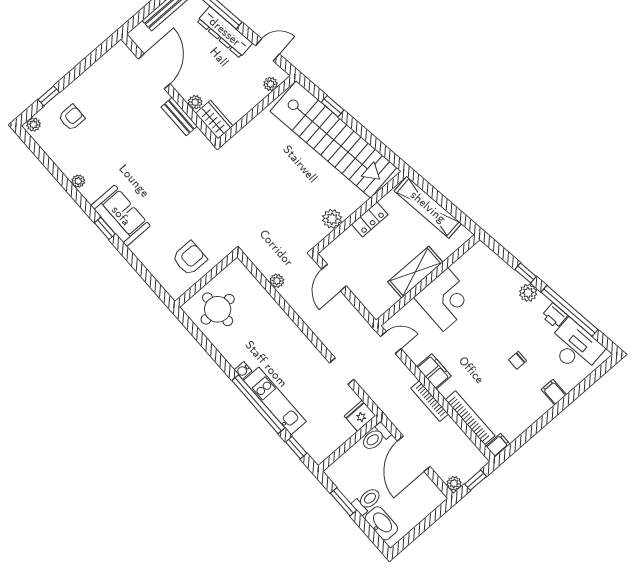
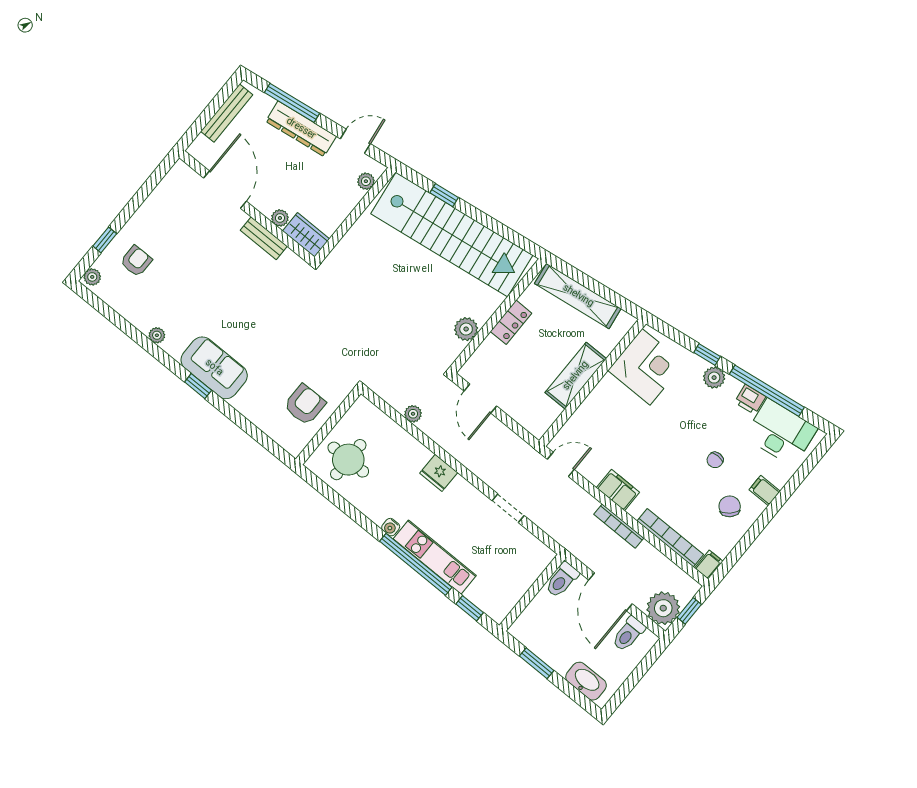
corner desk: (445, 299) -> (646, 367), moved
chair: (523, 400) -> (730, 506), added
fridge: (360, 416) -> (439, 473), moved, turned -90
plant: (454, 483) -> (663, 608), width x1.88, depth x1.88
toilet: (367, 501) -> (628, 634), moved, turned 180

